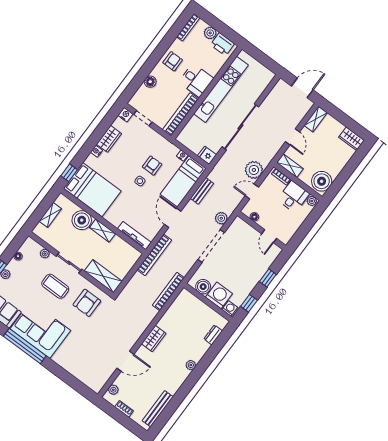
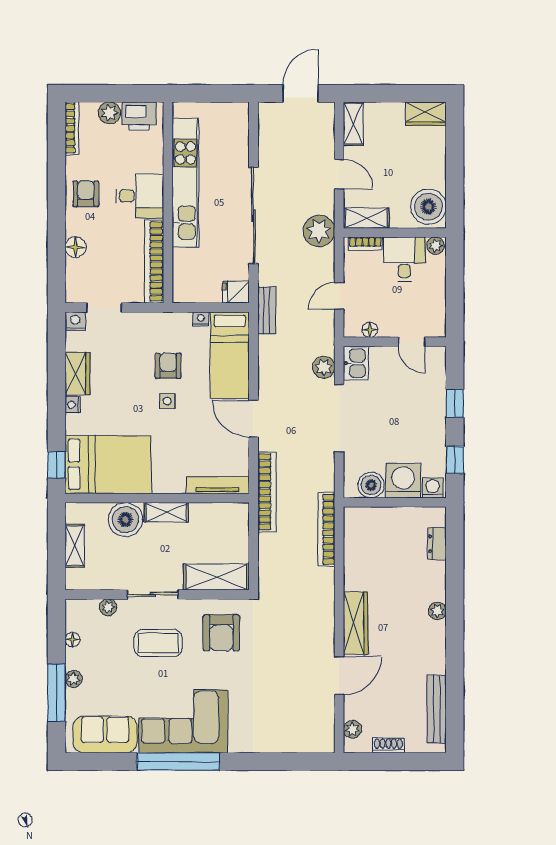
plant: (254, 170) -> (319, 231), moved
bench: (202, 191) -> (267, 310), moved
kitchen sink: (237, 227) -> (356, 363), added
wardrobe: (154, 339) -> (356, 623), width x1.50

